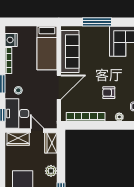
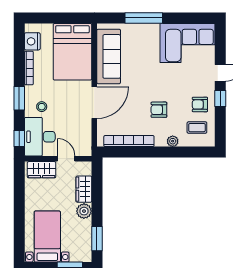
bed: (47, 48) -> (72, 52), width x1.50
wardrobe: (51, 143) -> (84, 189), moved

